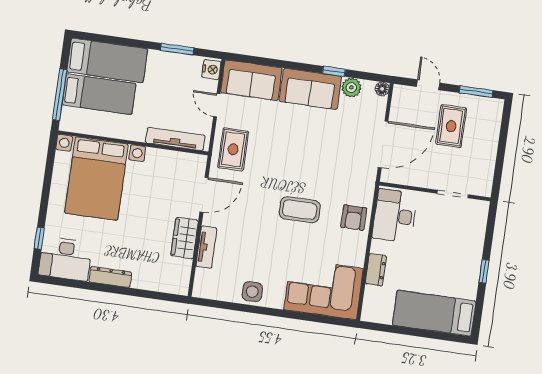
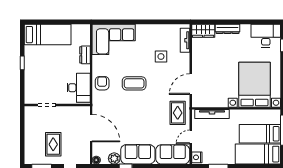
door: (217, 105) -> (191, 137), swing flipped
door: (383, 144) -> (91, 128), swing flipped
wardrobe: (185, 238) -> (203, 31), moved, turned 90
tv unit: (206, 247) -> (185, 40), moved
dresser: (110, 277) -> (228, 29), moved
side table: (252, 292) -> (161, 57), moved

